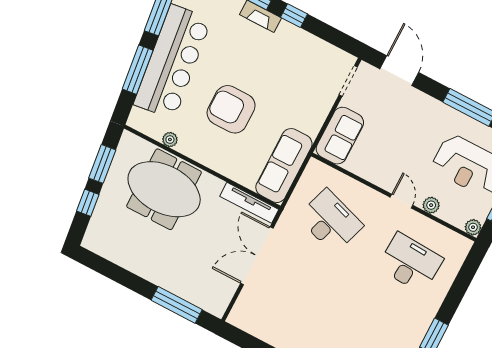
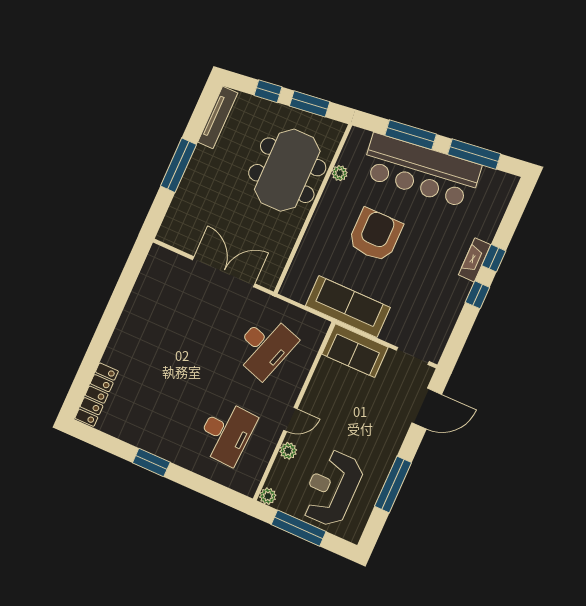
sofa: (284, 166) -> (348, 307), moved
tv unit: (249, 203) -> (218, 118), moved, turned 180
window: (177, 305) -> (178, 165), moved

